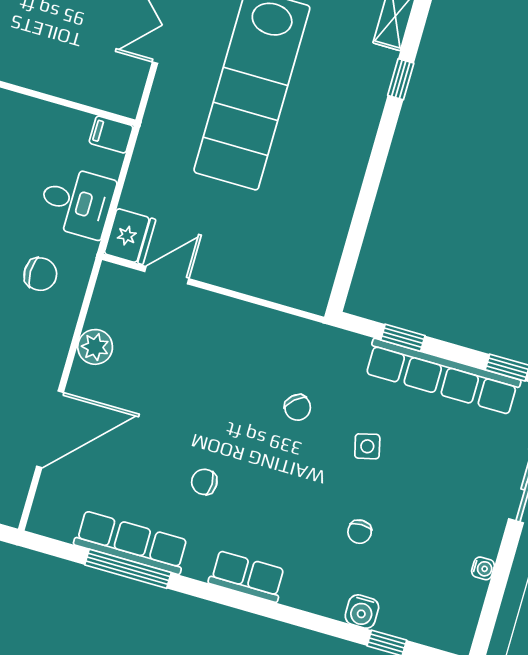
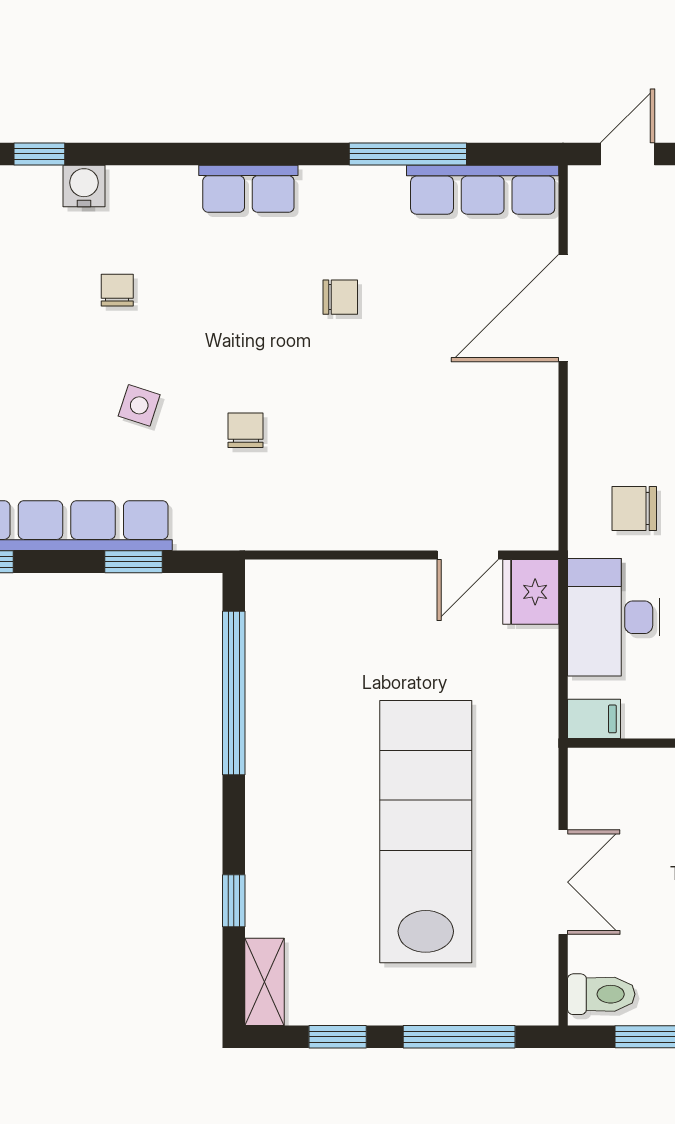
desk: (77, 202) -> (614, 617), width x1.37
window: (359, 225) -> (234, 693), added
plant: (95, 347) -> (535, 433), removed
chair: (298, 407) -> (246, 430), turned 42
side table: (367, 446) -> (139, 405), turned 32
row of seats: (131, 543) -> (483, 190), moved

